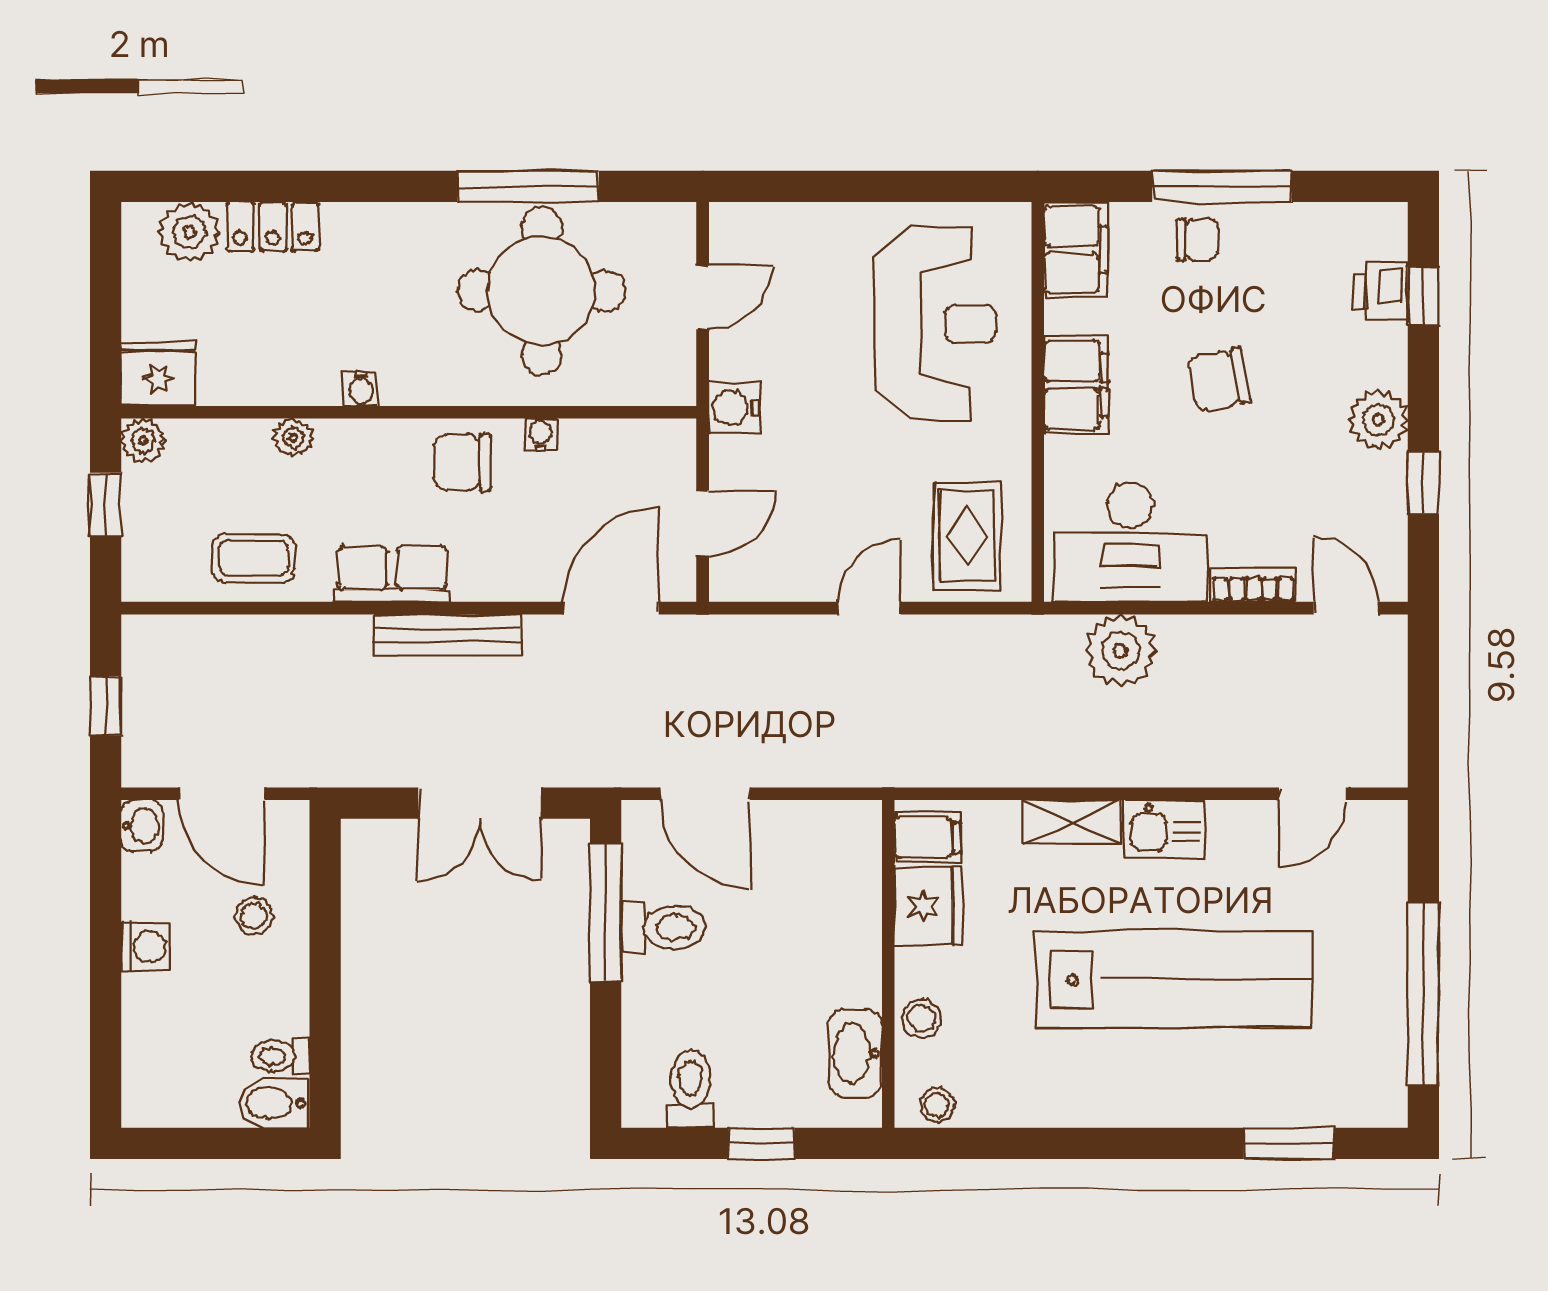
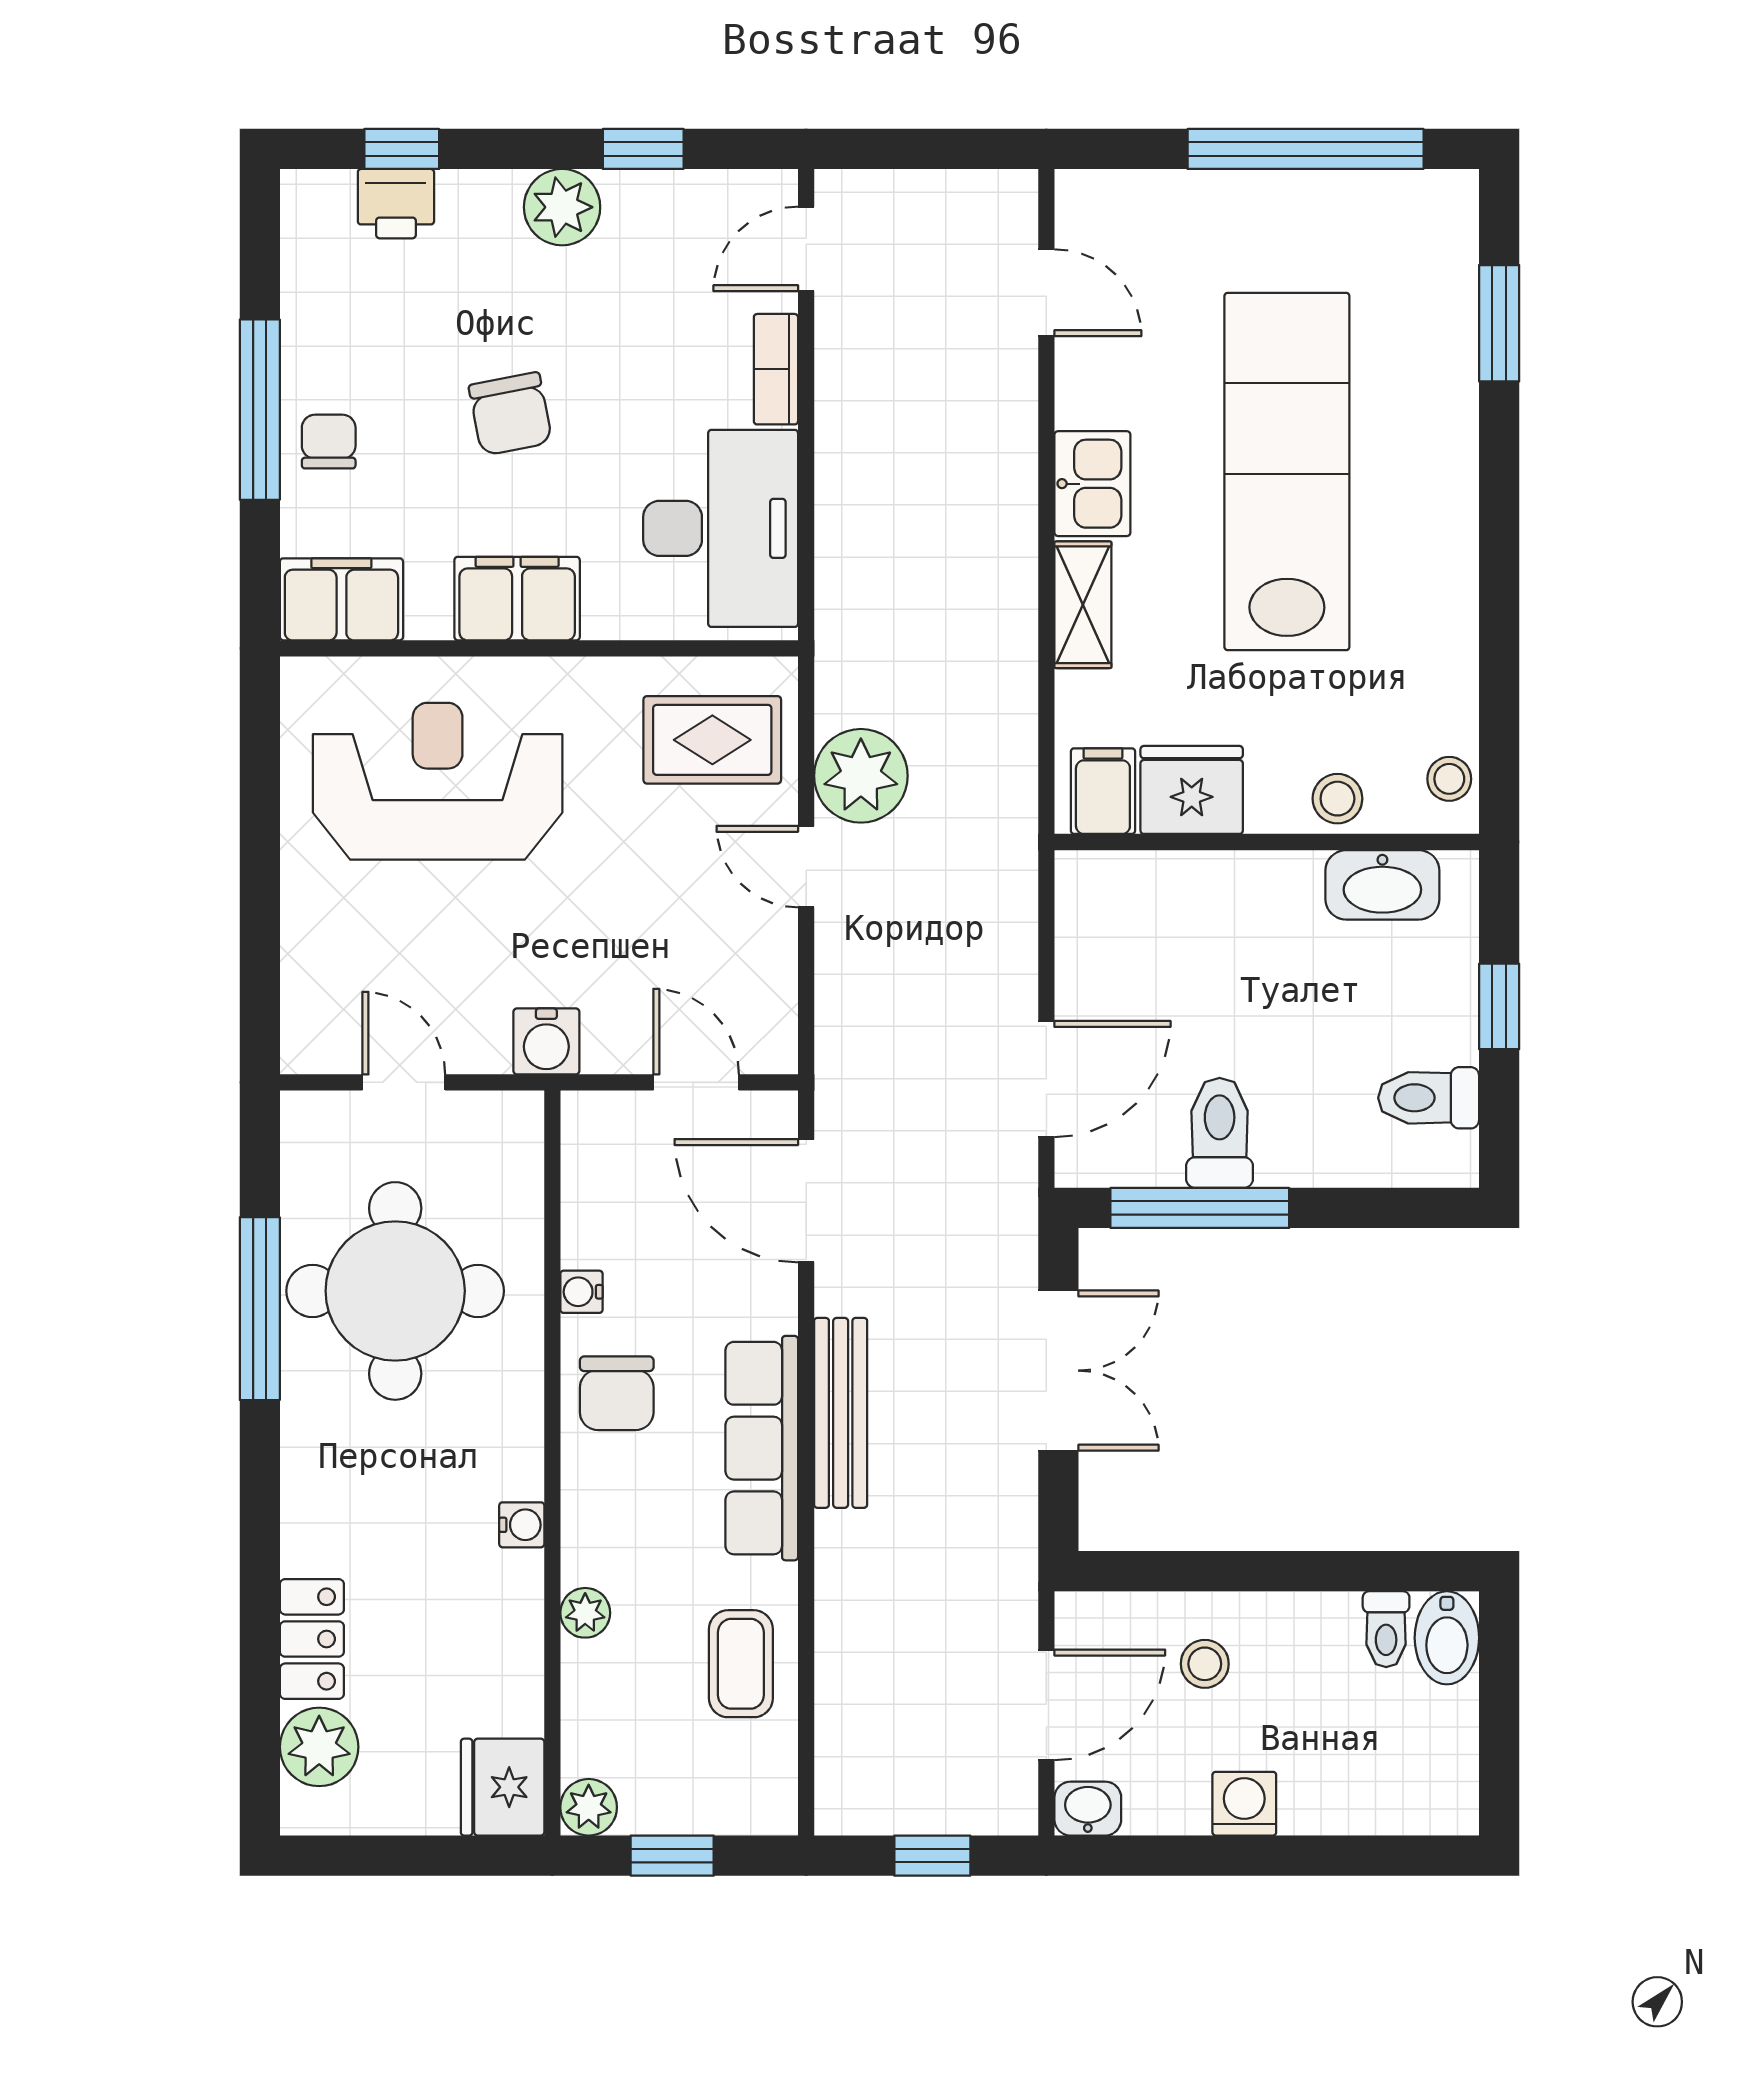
row of seats: (392, 574) -> (762, 1448), width x1.48
plant: (1121, 651) -> (861, 776), moved

